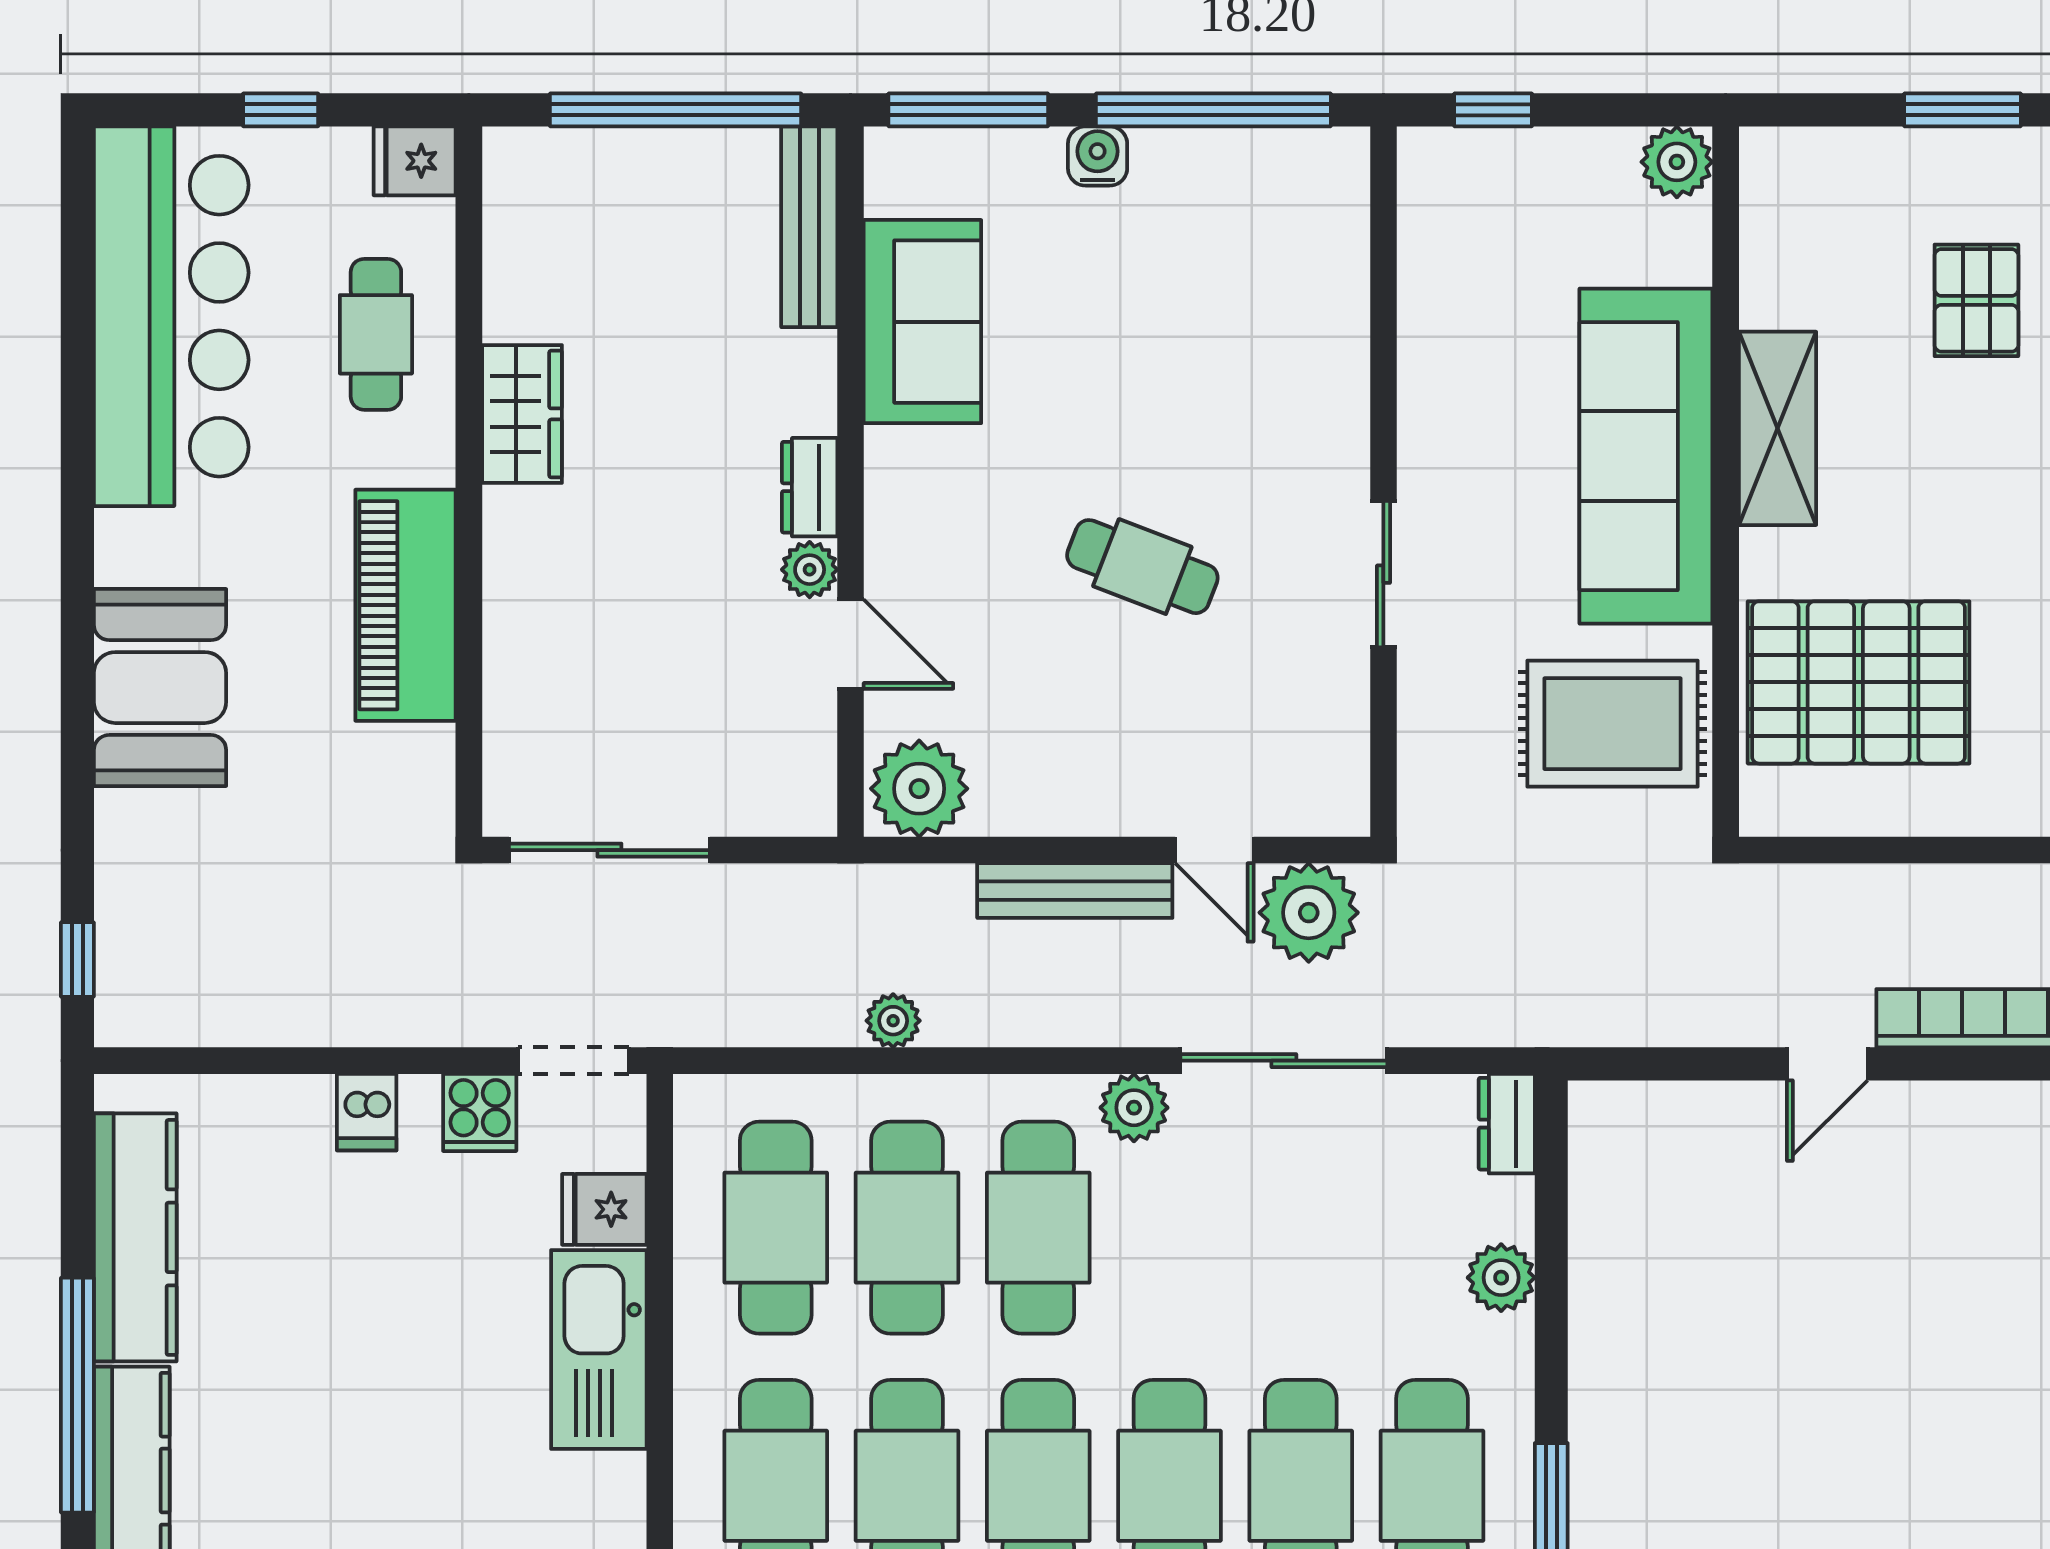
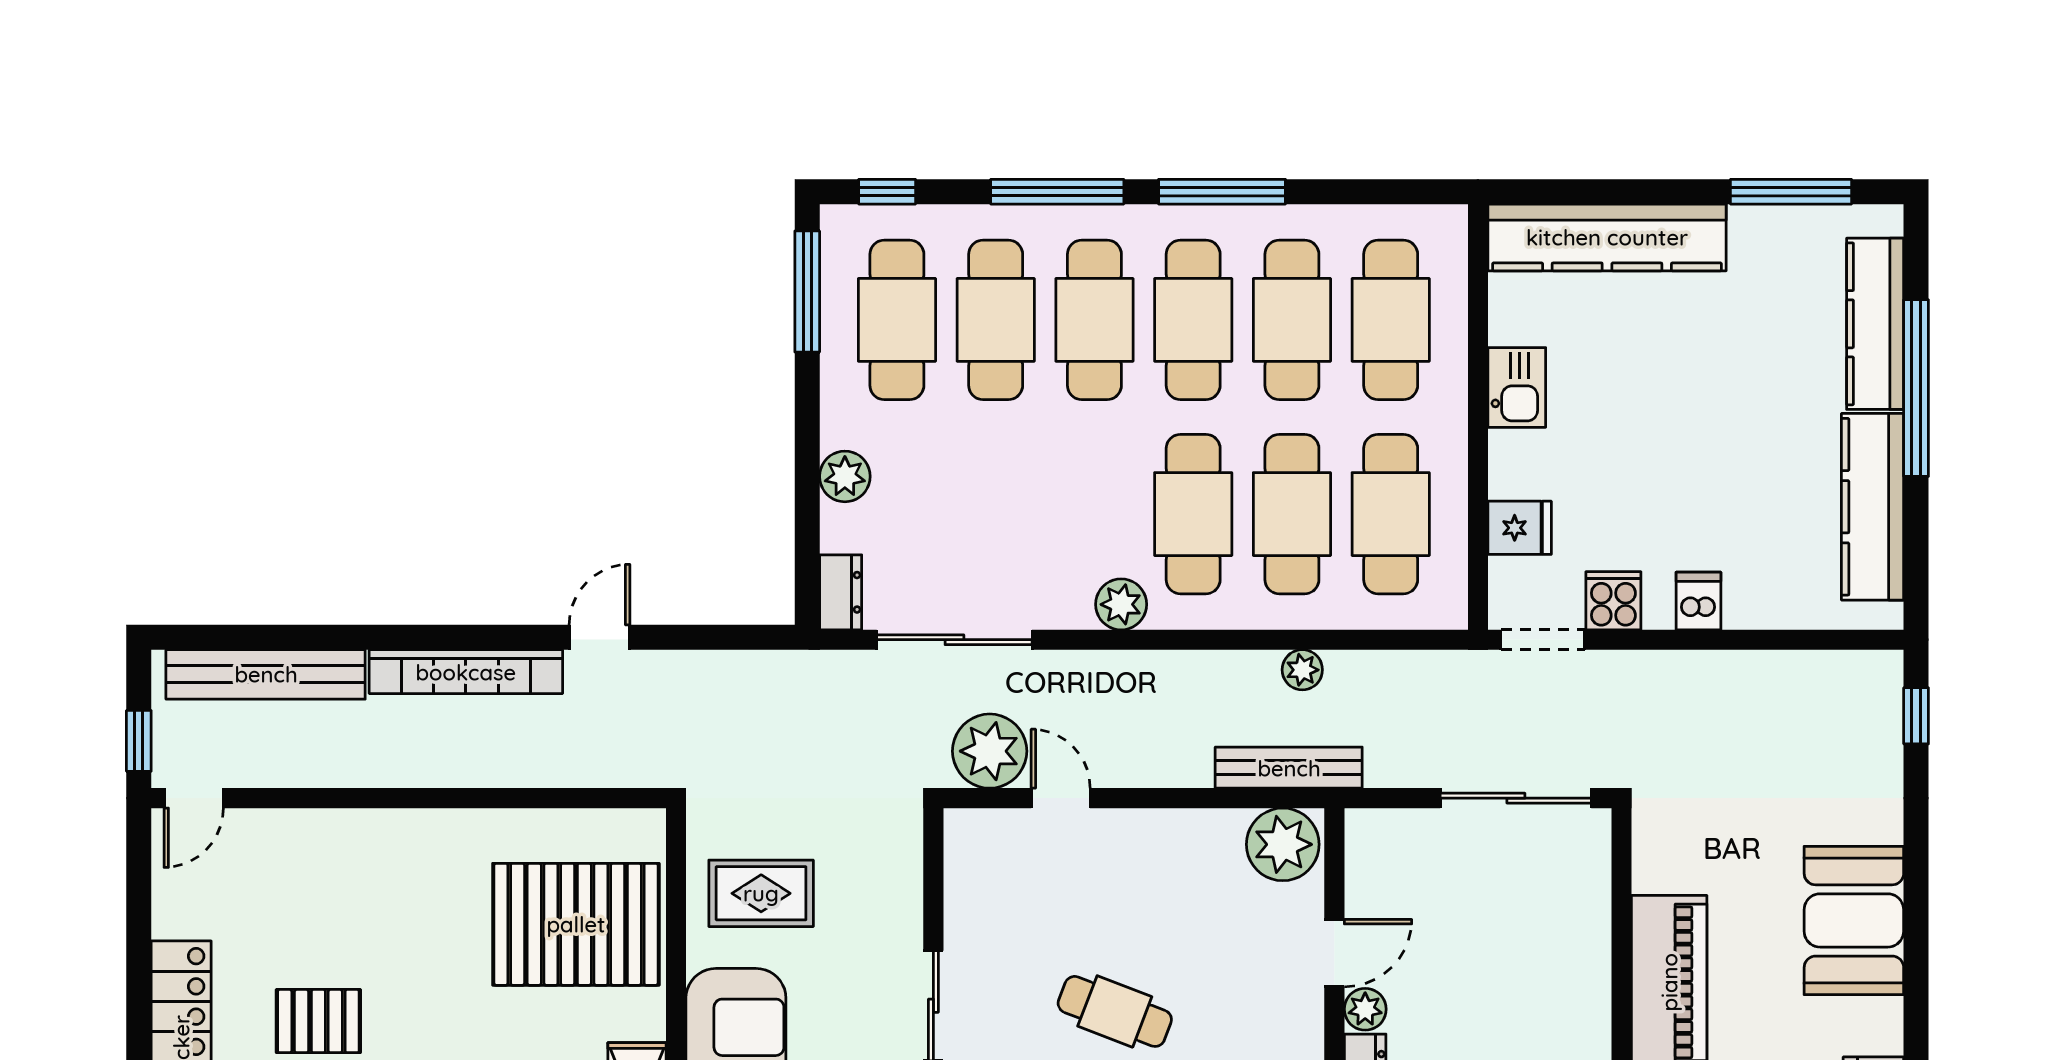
door: (851, 644) -> (1334, 953), swing flipped
rug: (1613, 724) -> (761, 893), width x0.73, depth x0.70
bench: (1075, 891) -> (1289, 768), moved
sliding door: (1284, 1061) -> (954, 640), moved
kitchen sink: (599, 1350) -> (1517, 387), width x0.53, depth x0.81

